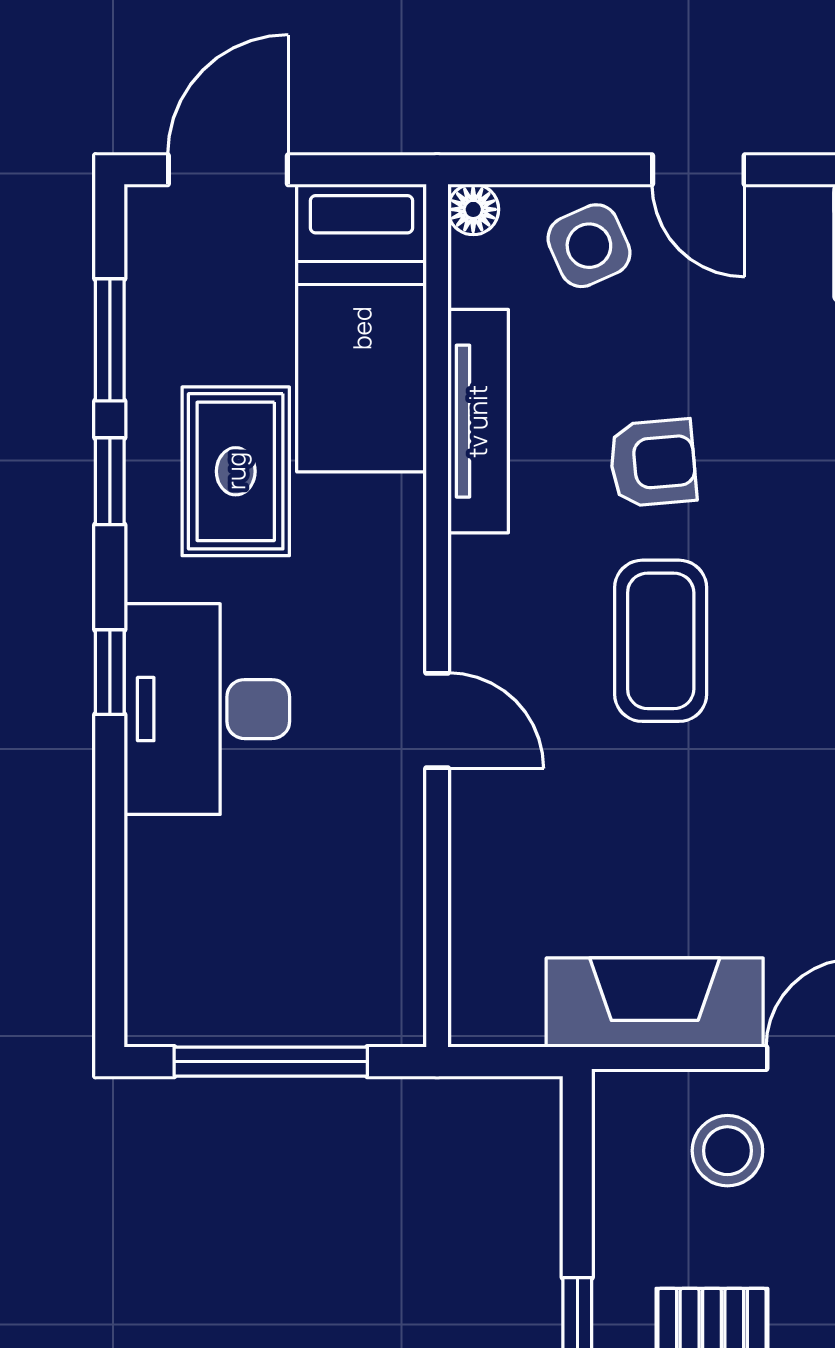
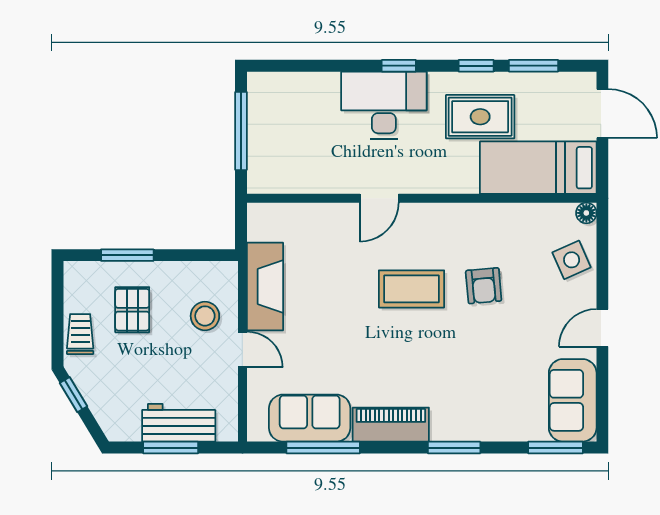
door: (698, 170) -> (602, 328), moved
tv unit: (478, 421) -> (501, 215), removed

